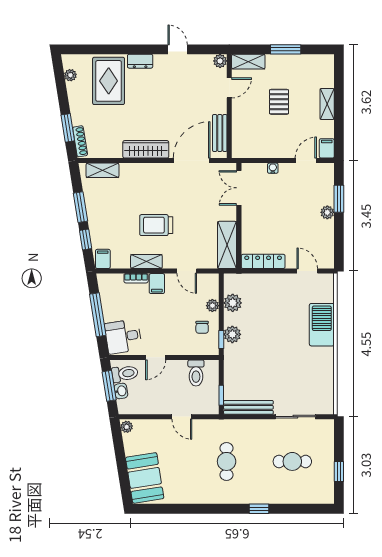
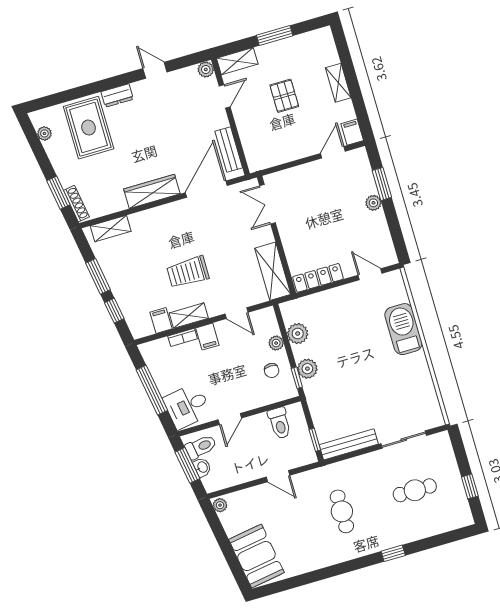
water cooler: (273, 168) -> (299, 171), removed
filing cabinet: (103, 259) -> (161, 320), moved

